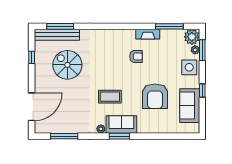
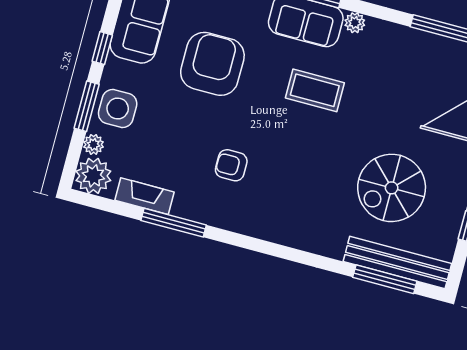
window: (169, 26) -> (174, 223), moved
fireplace: (148, 34) -> (144, 196), moved
window: (202, 50) -> (87, 106), moved
spiral stairs: (67, 65) -> (392, 188), turned 90

